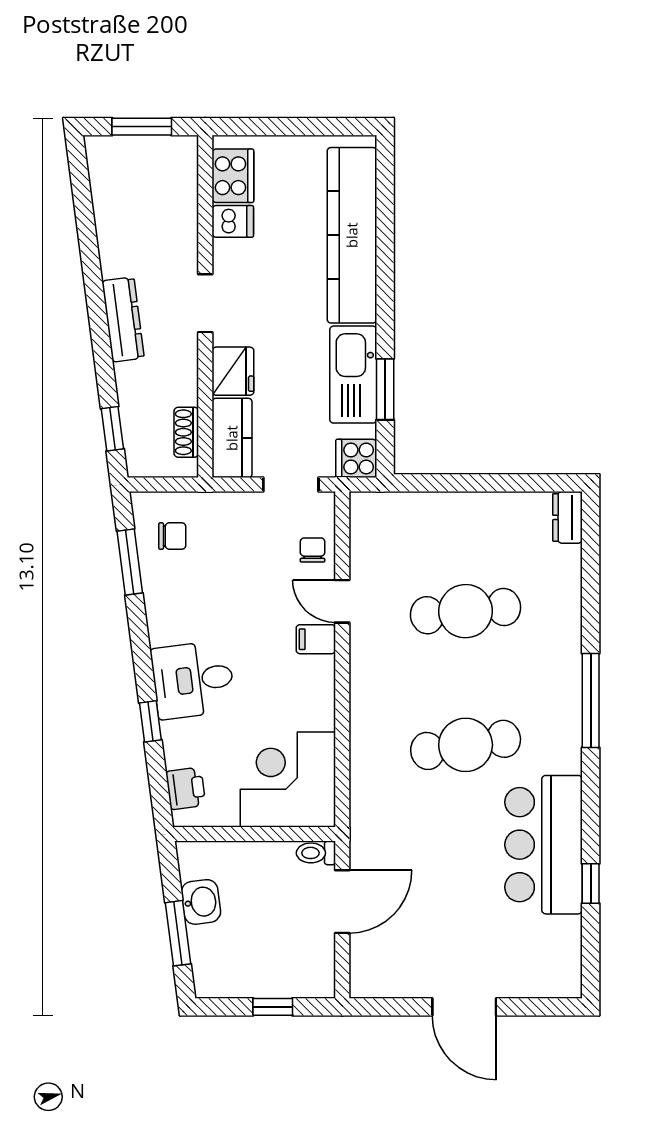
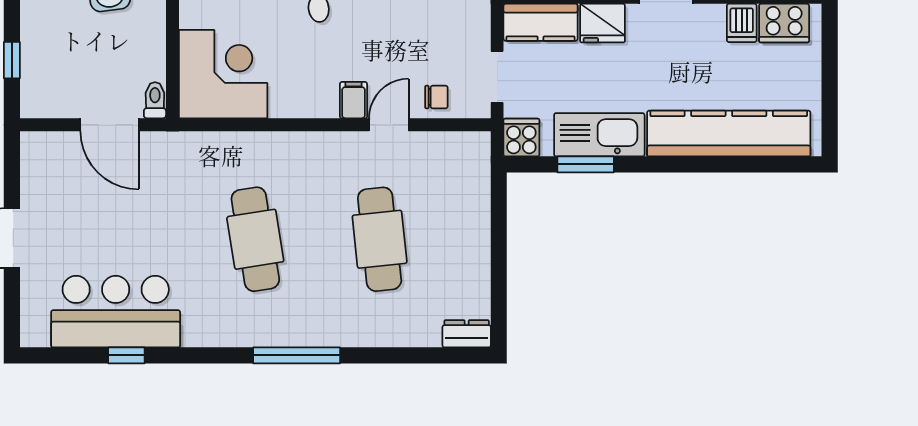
bar counter: (543, 845) -> (116, 312), moved

